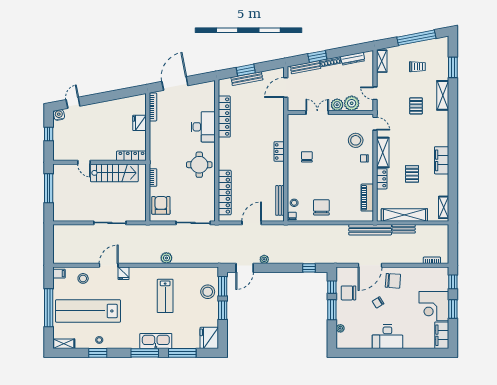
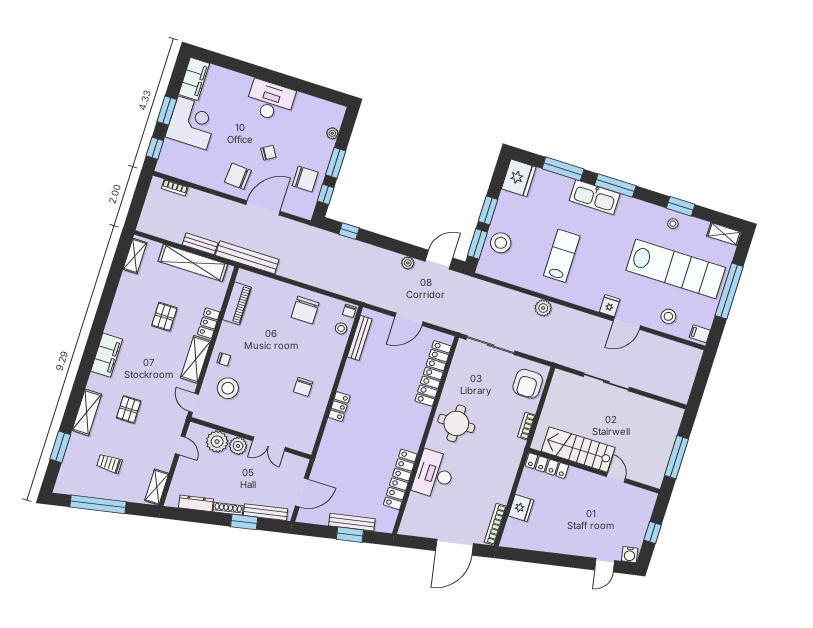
filing cabinet: (442, 160) -> (107, 355), moved

